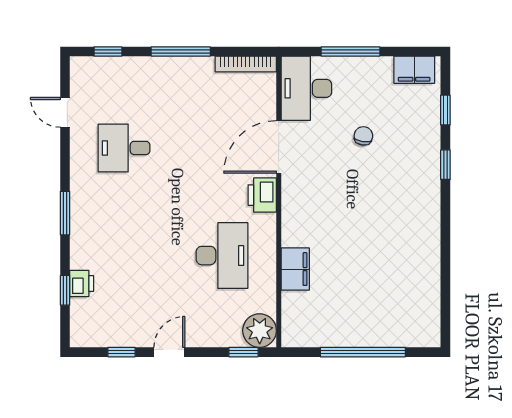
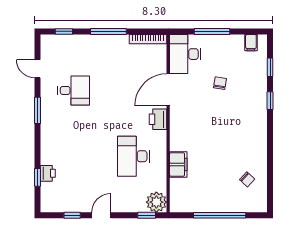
filing cabinet: (414, 70) -> (251, 43), width x0.50
desk: (124, 148) -> (74, 90), turned 180
window: (65, 213) -> (38, 110), moved
desk: (222, 256) -> (134, 156), turned 180
chair: (408, 293) -> (247, 179), added

